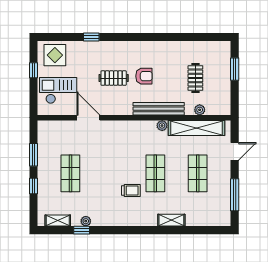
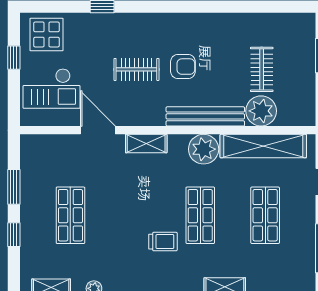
checkout: (58, 90) -> (51, 89), turned 180
plant: (200, 110) -> (261, 111), width x1.88, depth x1.88
shelving: (120, 126) -> (146, 144), added
plant: (162, 126) -> (204, 149), width x1.87, depth x1.87

